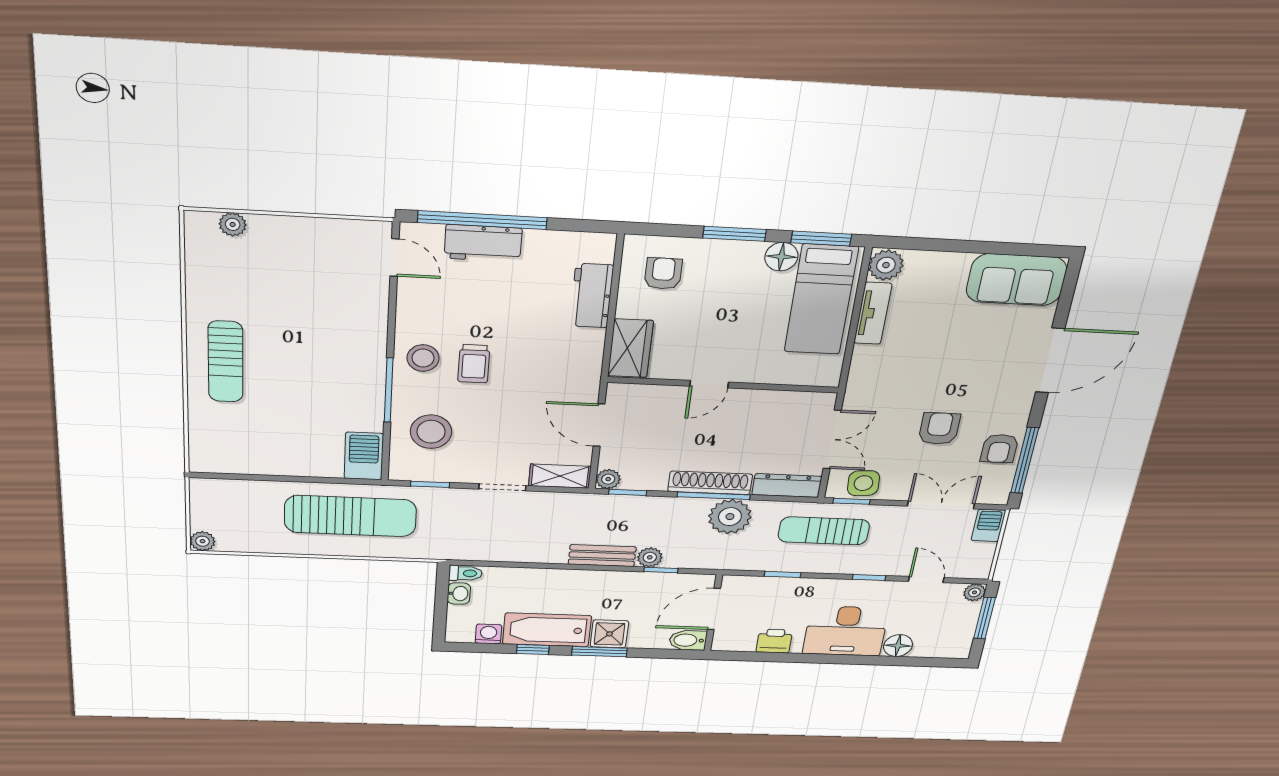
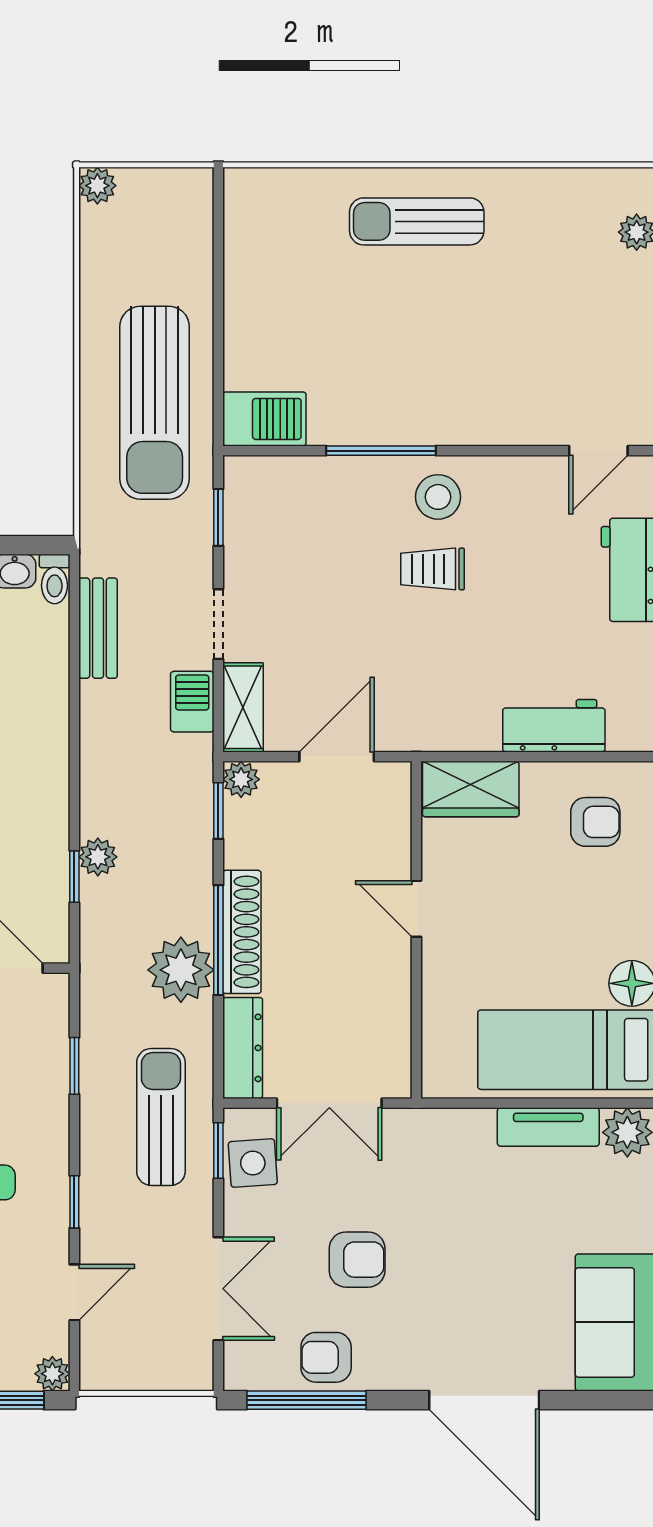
stool: (431, 432) -> (312, 514), removed
barbecue: (988, 525) -> (192, 702), moved, turned -90
bench: (602, 556) -> (98, 628), moved

